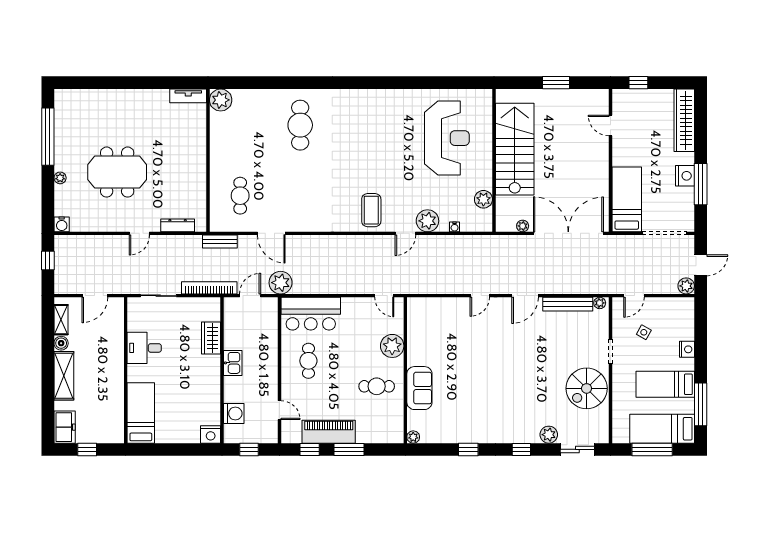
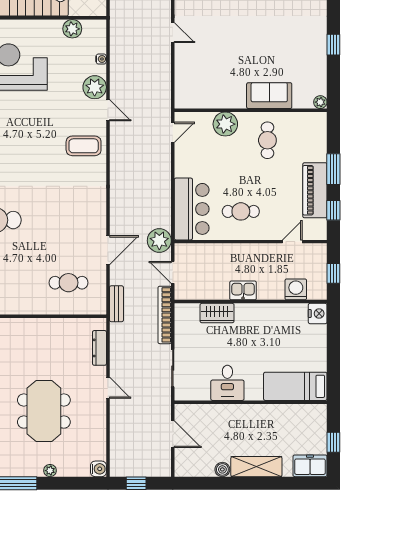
shelving: (61, 320) -> (198, 470), removed

